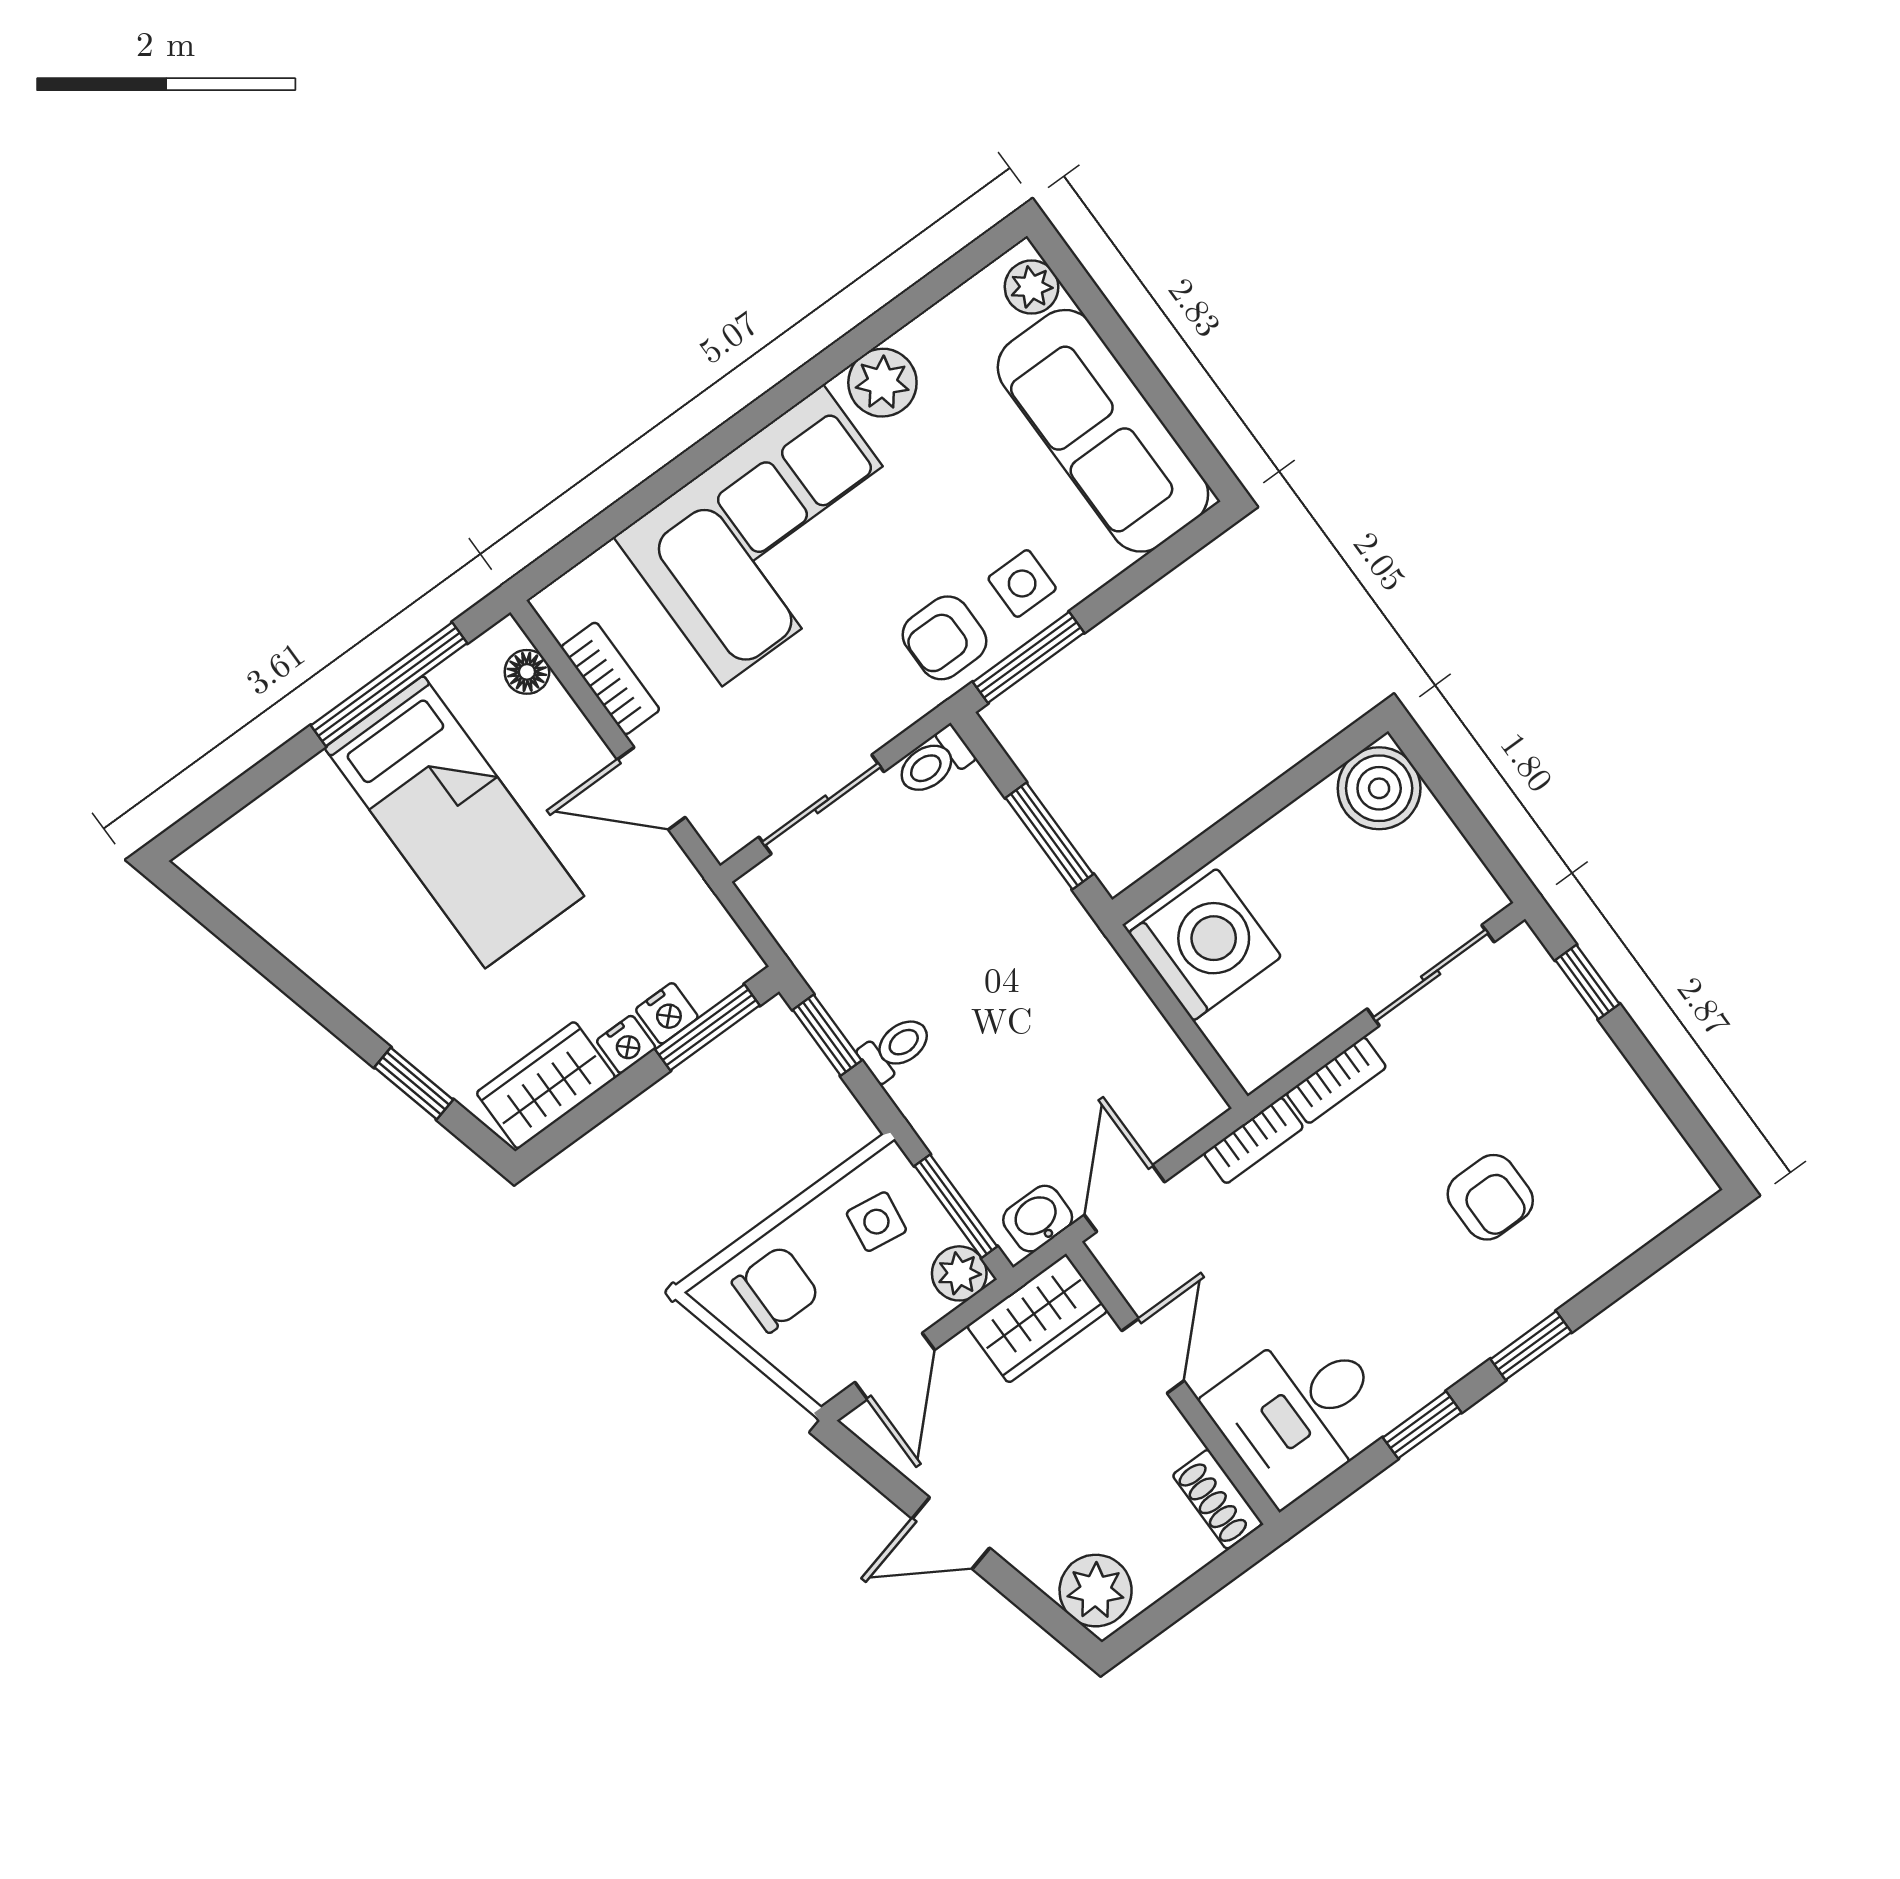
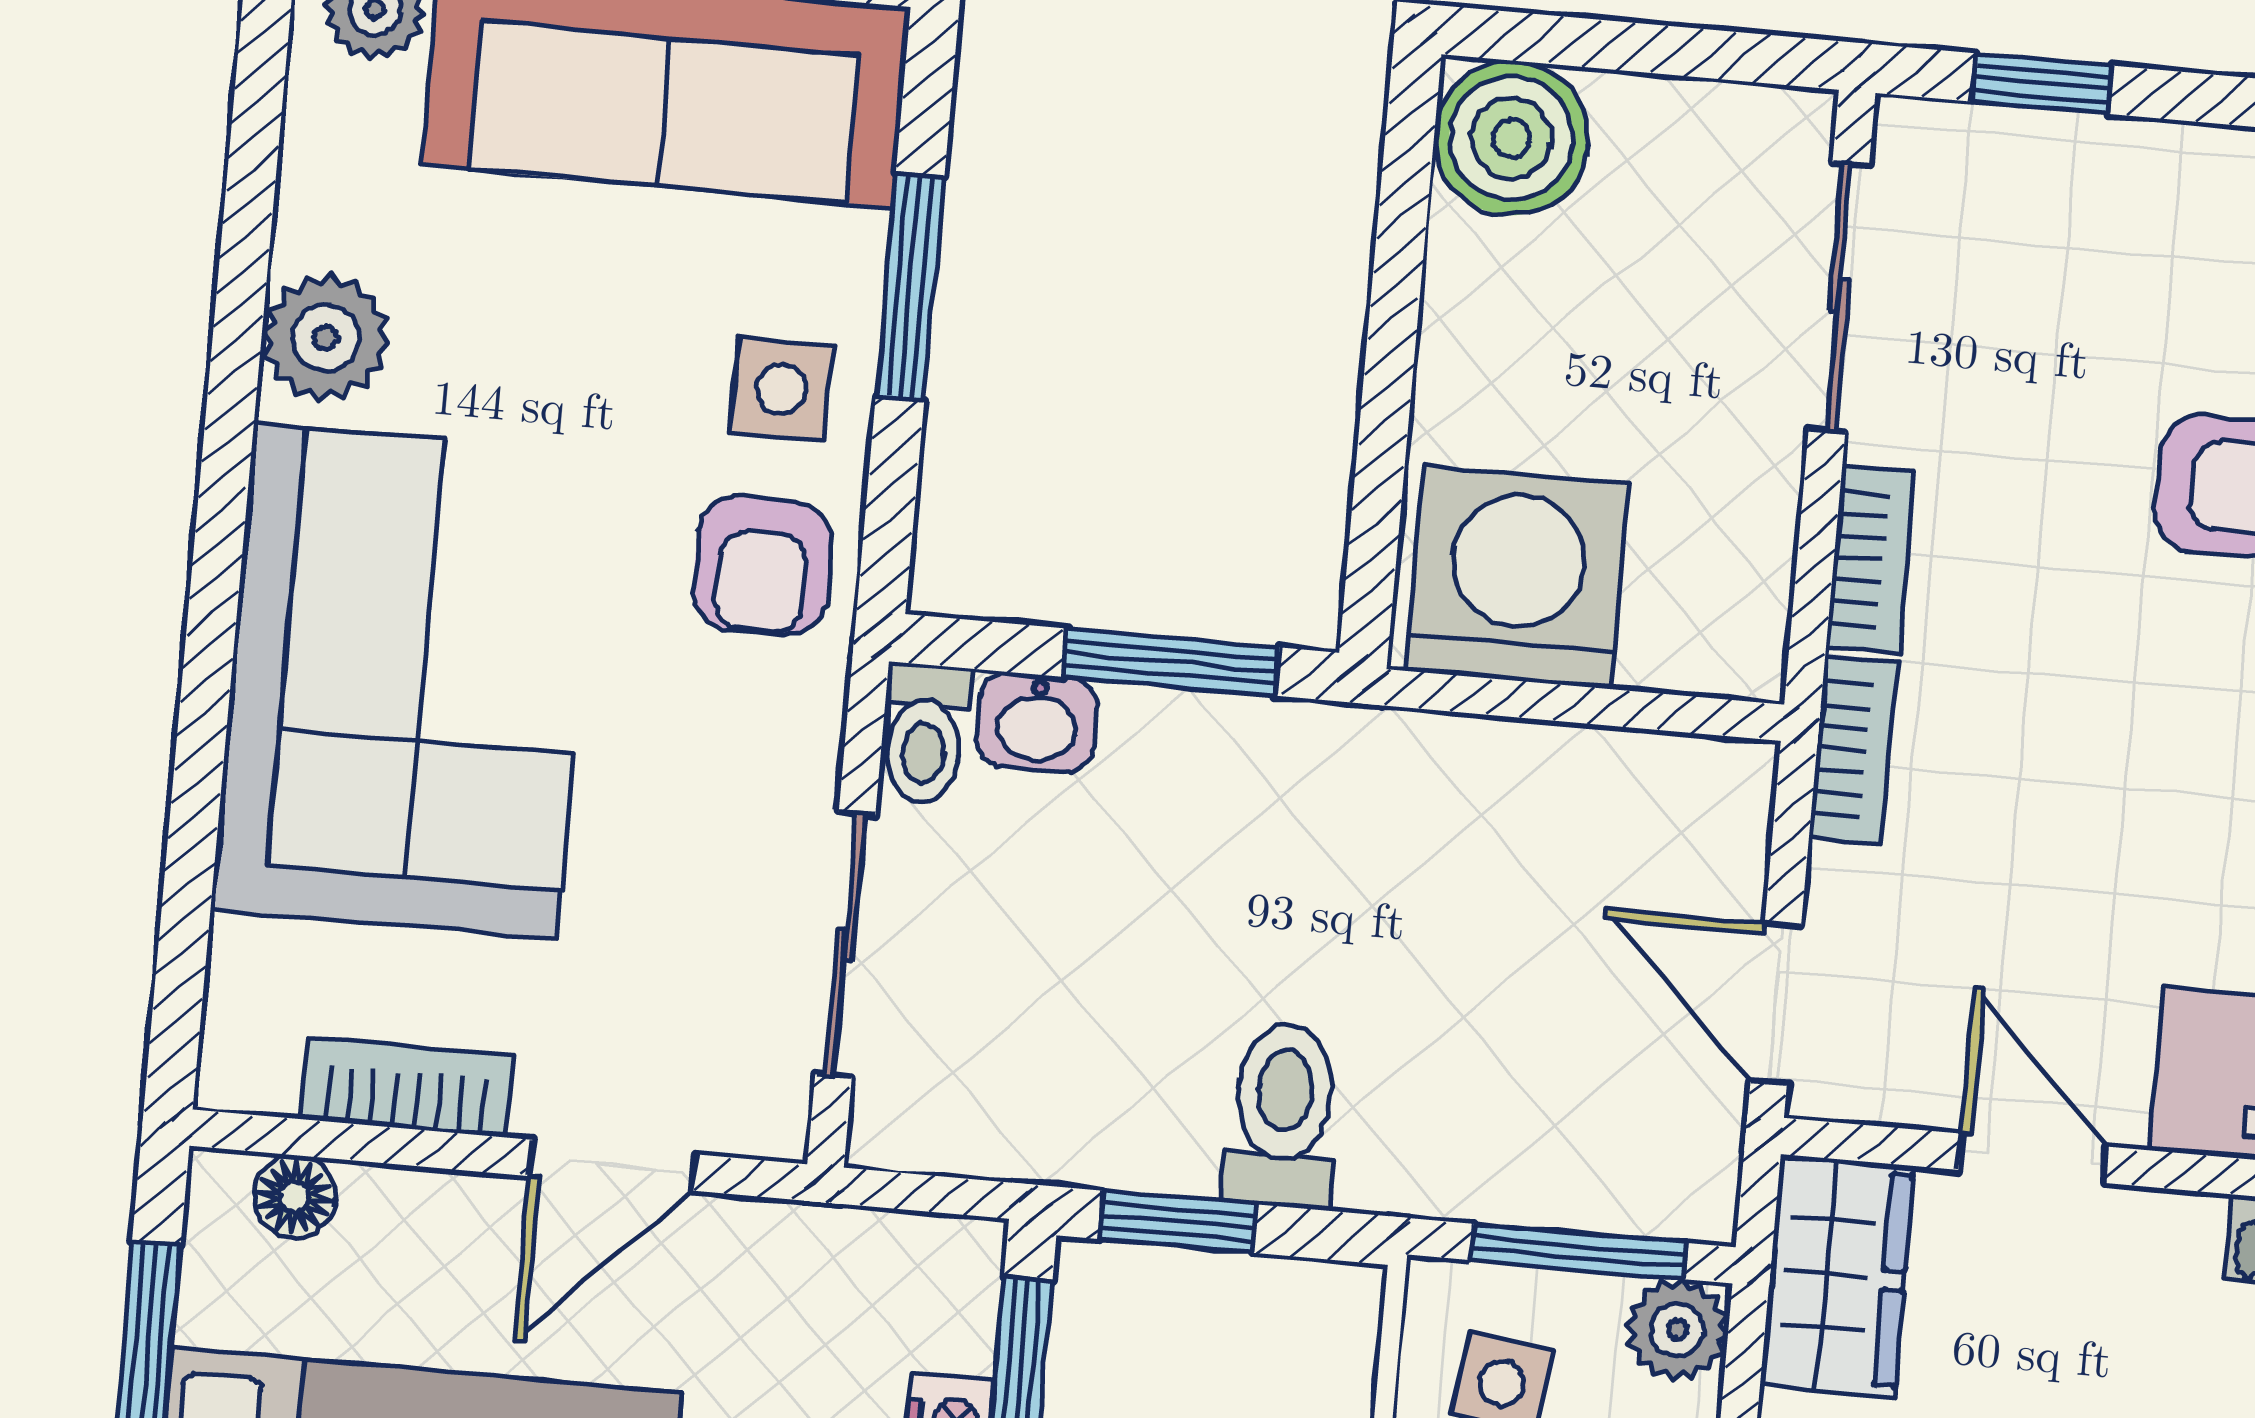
window: (1028, 657) -> (910, 287), moved
toilet: (896, 1048) -> (1283, 1116), width x1.37, depth x1.39
washbasin: (1038, 1219) -> (1037, 722), moved, turned -90

